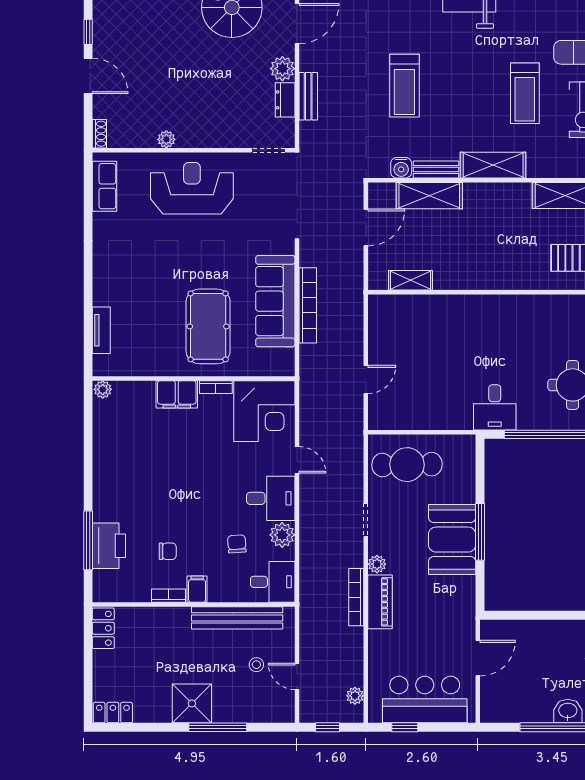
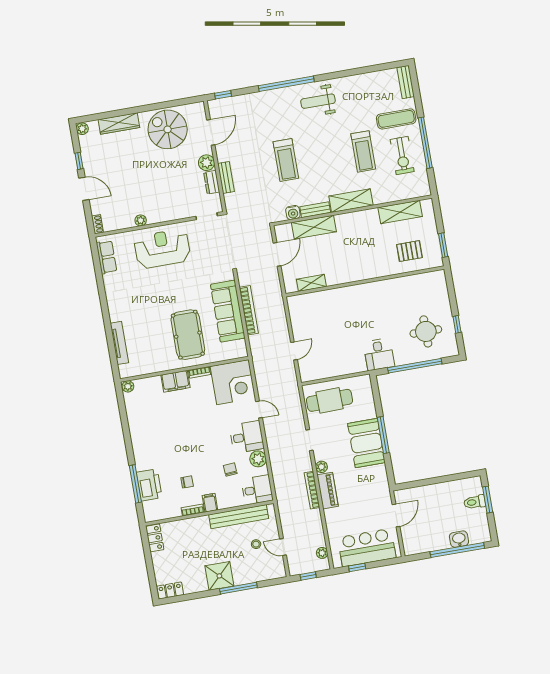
tv unit: (101, 330) -> (119, 343), width x1.41

